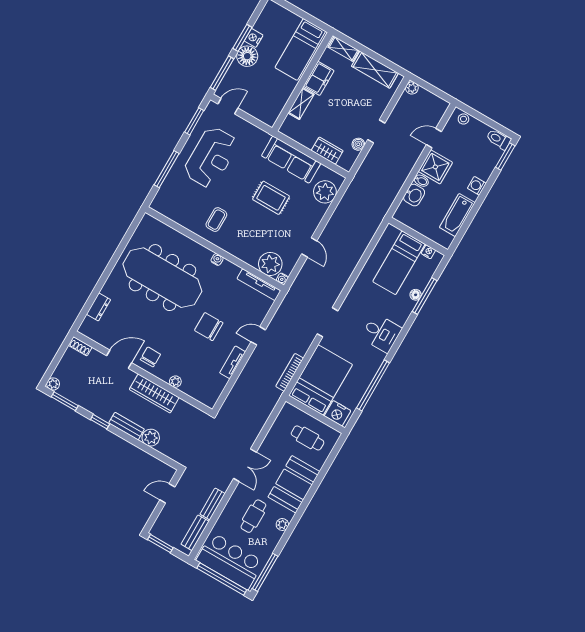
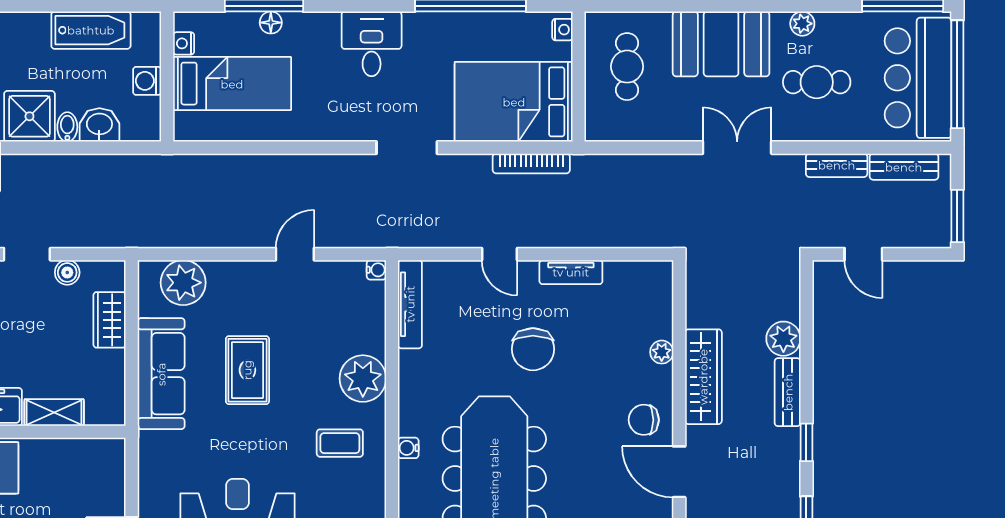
washing machine: (477, 186) -> (147, 81), moved, turned 90
water cooler: (217, 259) -> (408, 448), moved
plant: (270, 264) -> (363, 379), moved
nightstand: (338, 413) -> (562, 30), width x0.53, depth x0.56

